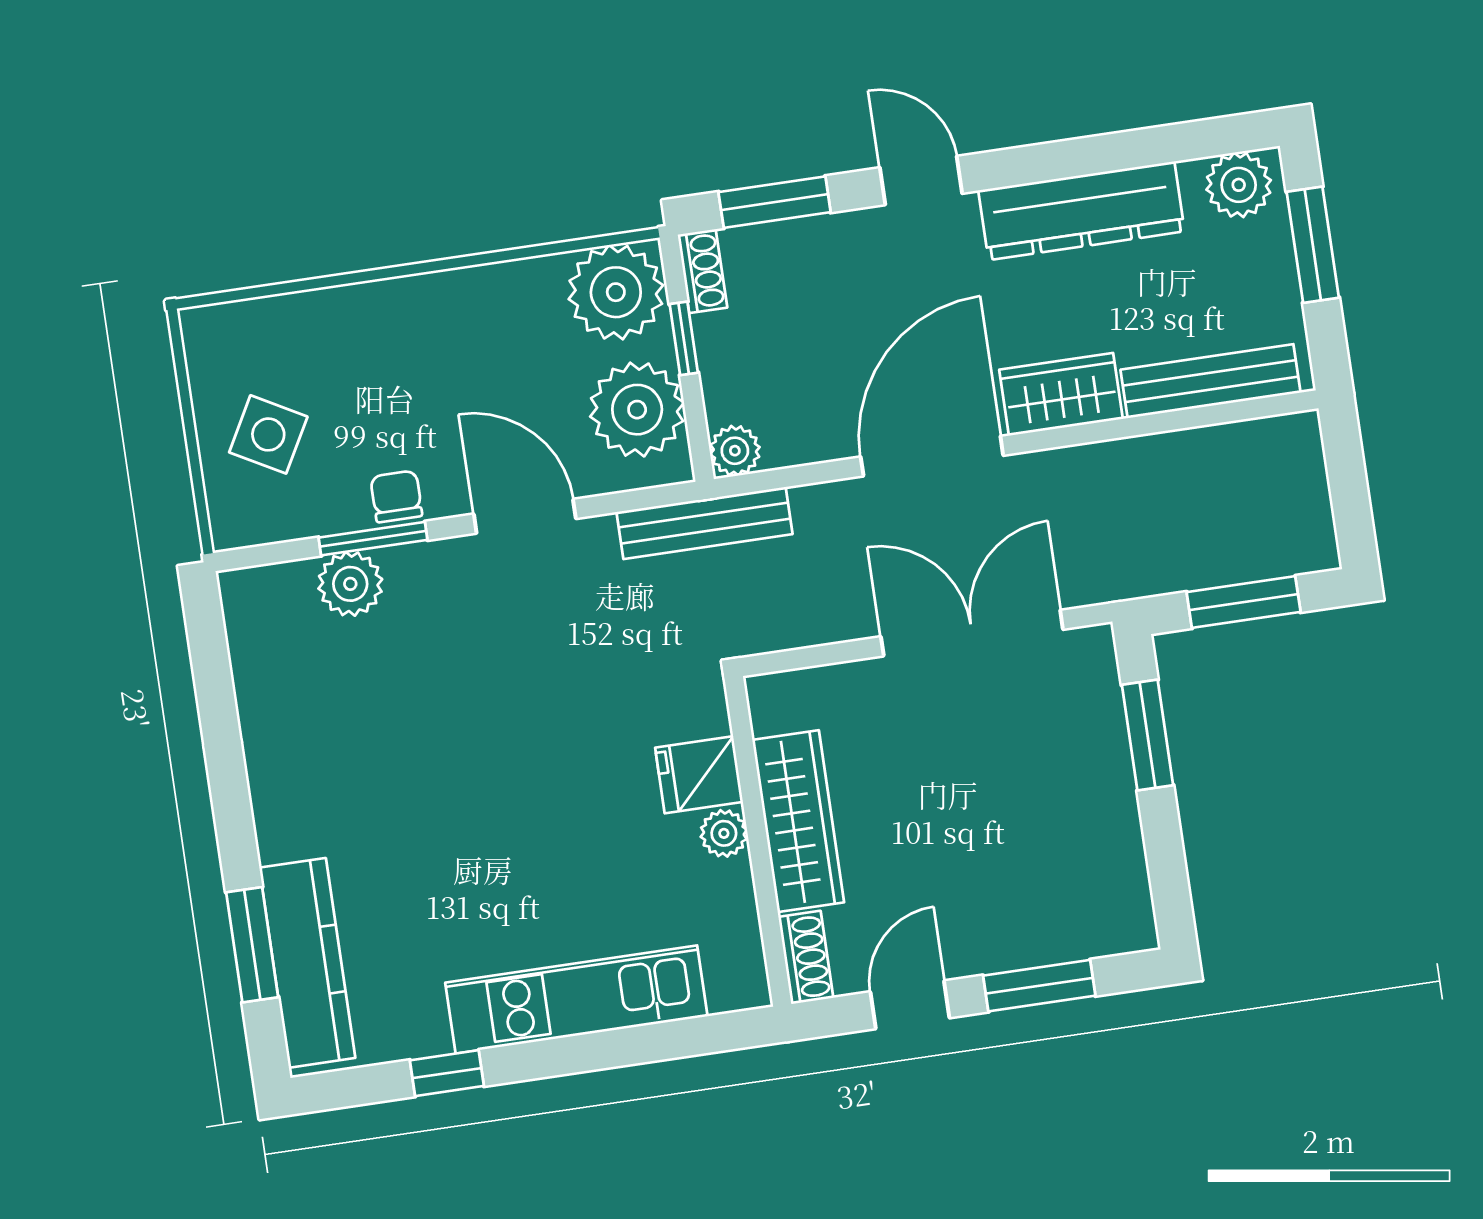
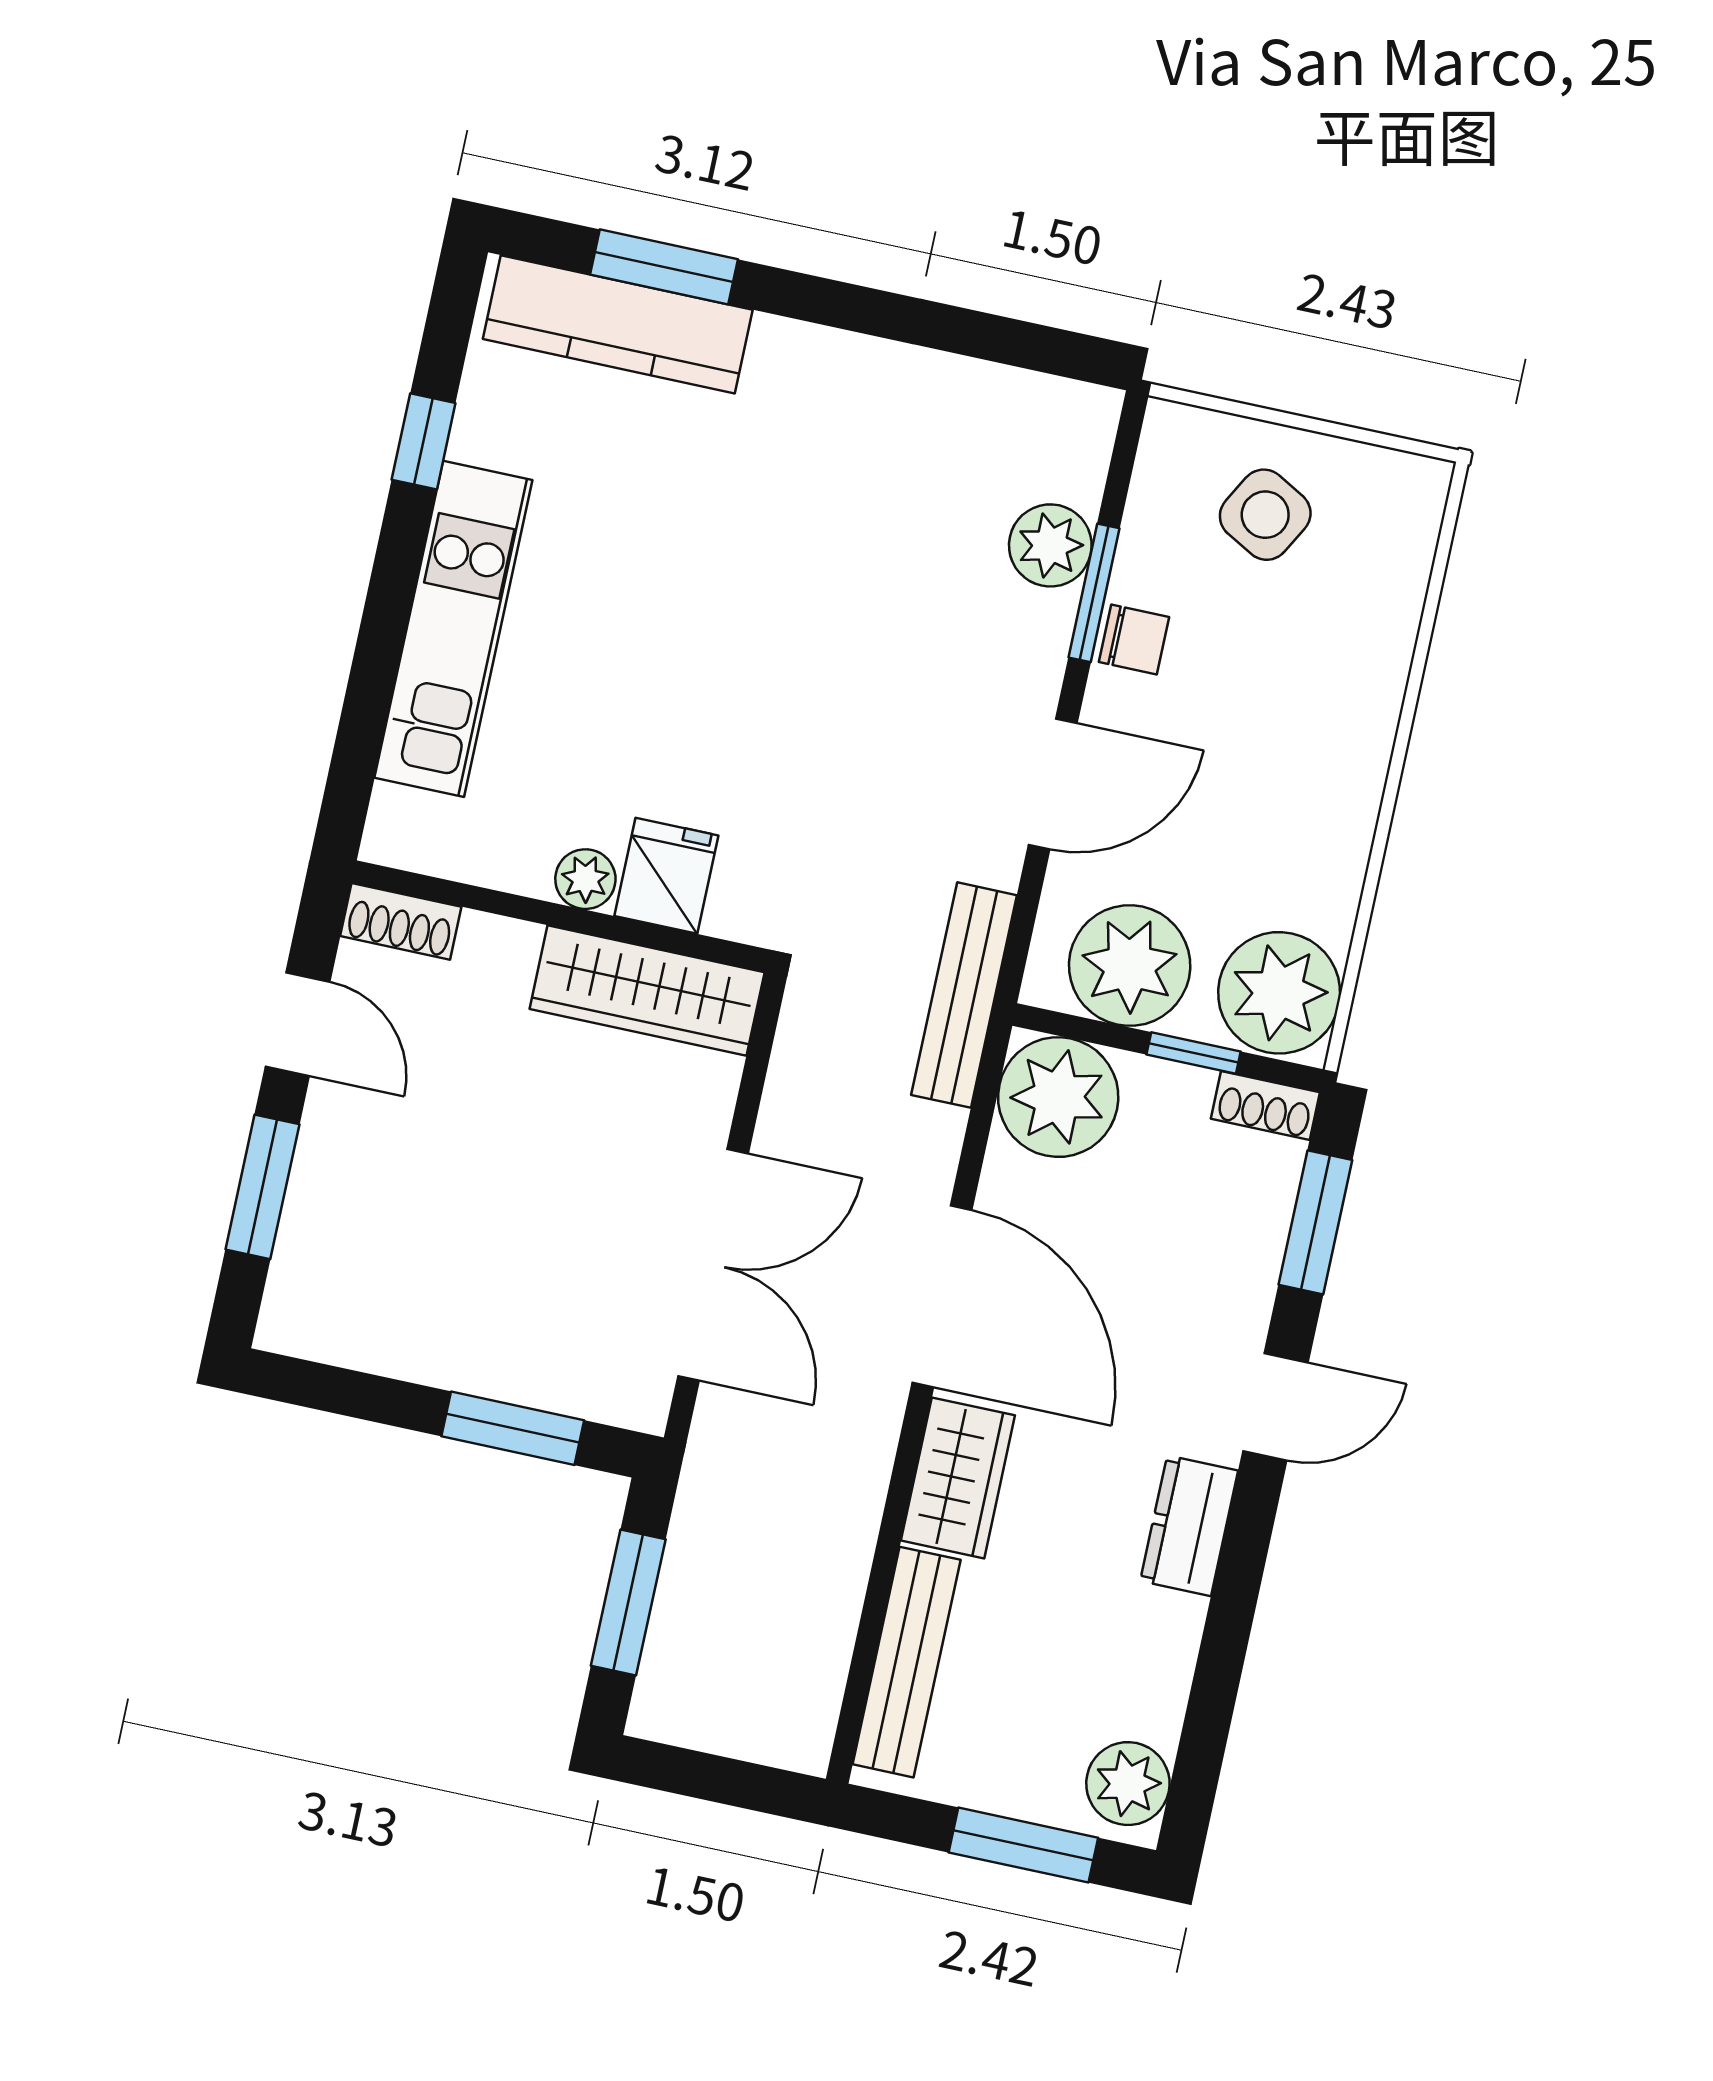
dresser: (1081, 211) -> (1189, 1526), width x0.51, depth x0.80
plant: (735, 451) -> (1058, 1097), width x1.88, depth x1.88
wardrobe: (798, 821) -> (647, 991), moved

